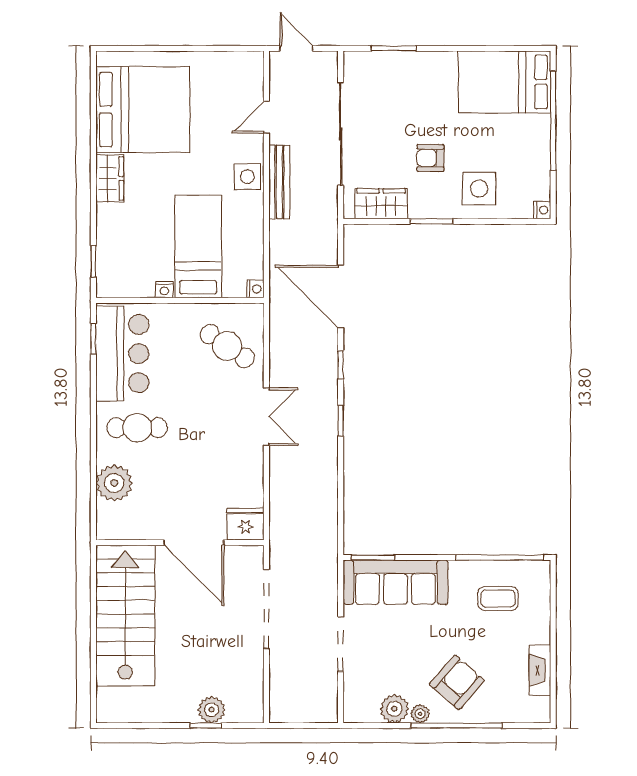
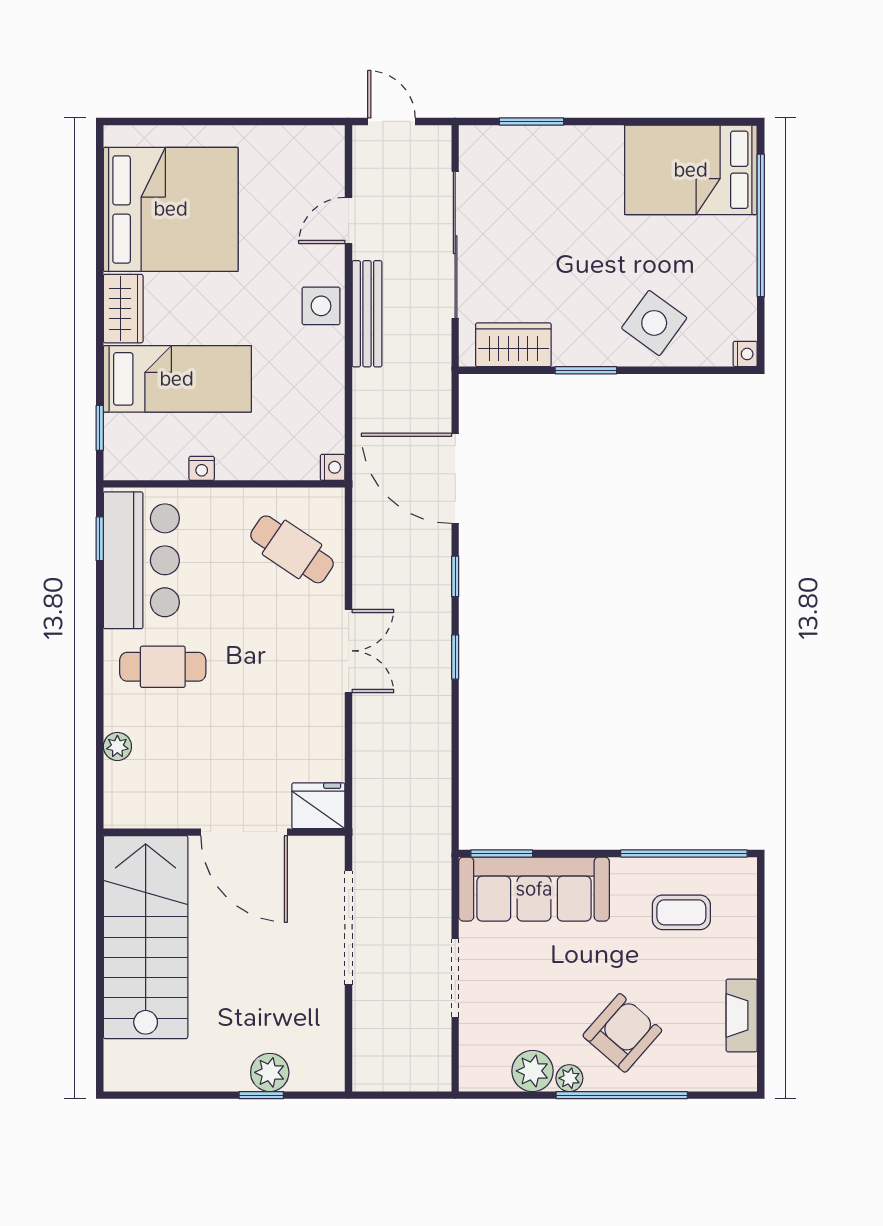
armchair: (430, 158) -> (584, 279), removed
side table: (479, 189) -> (654, 323), turned 36
bed: (198, 247) -> (177, 379), moved, turned 90
plant: (114, 483) -> (117, 746), width x0.53, depth x0.53

